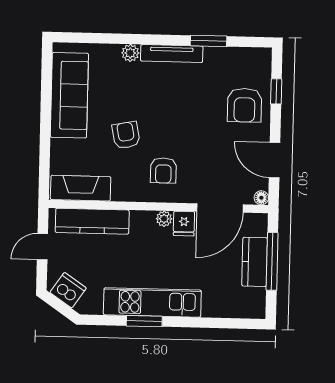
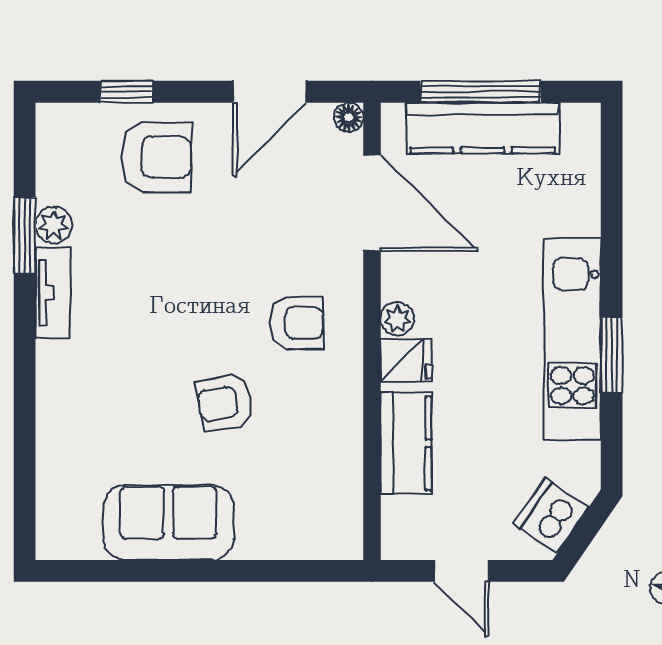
plant: (130, 53) -> (54, 225), moved
tv unit: (172, 54) -> (53, 293), width x0.71
sofa: (69, 95) -> (168, 522), width x0.73
fireplace: (81, 188) -> (338, 494), removed
kitchen counter: (92, 221) -> (406, 443), width x0.67
fridge: (184, 224) -> (406, 360), moved
kitchen counter: (255, 262) -> (483, 128), width x1.50

